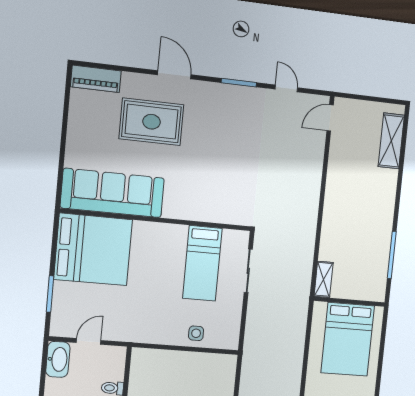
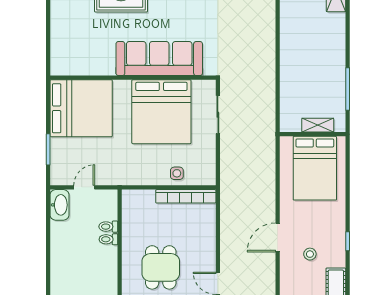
sofa: (112, 193) -> (159, 59), moved
bed: (202, 263) -> (161, 112), width x2.04
shelving: (324, 279) -> (318, 125), moved, turned 90
bookcase: (204, 360) -> (186, 196), added

